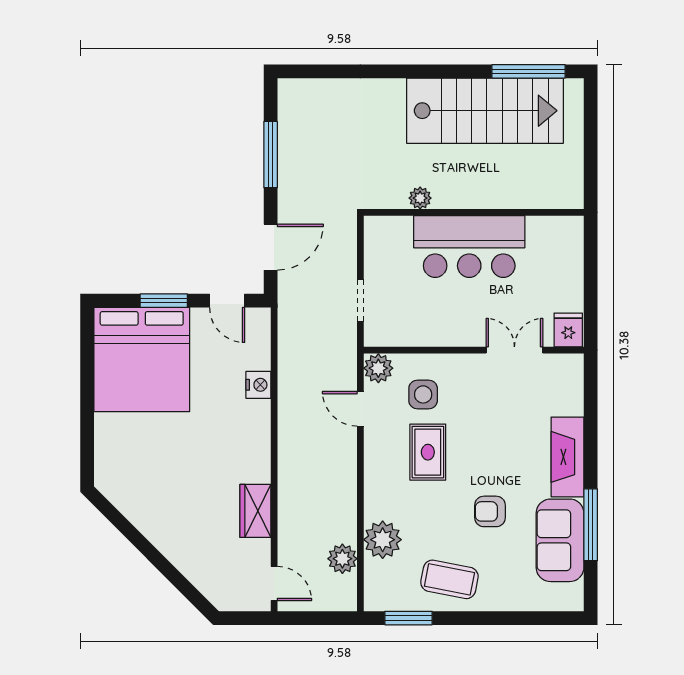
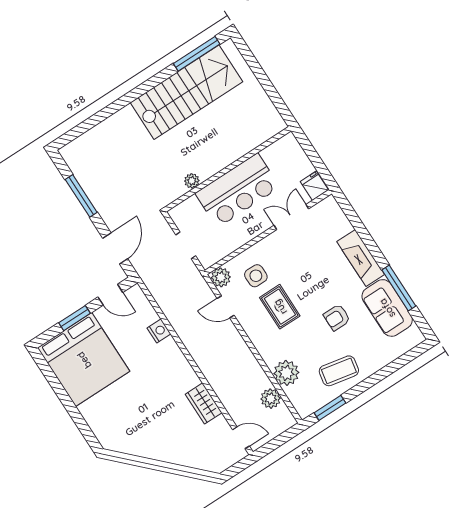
plant: (420, 198) -> (192, 181), moved
wall: (474, 212) -> (228, 169), moved
bar counter: (469, 247) -> (237, 190), moved

